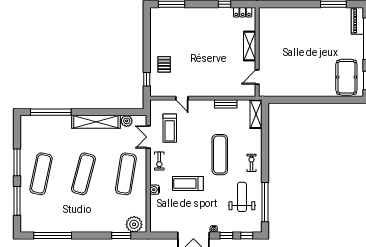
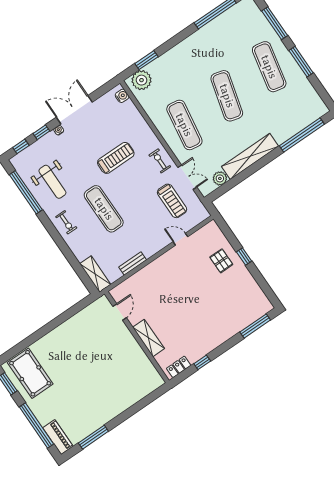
window: (147, 79) -> (244, 256), moved
treadmill: (170, 128) -> (172, 201), turned 180
water cooler: (155, 190) -> (122, 96), moved

